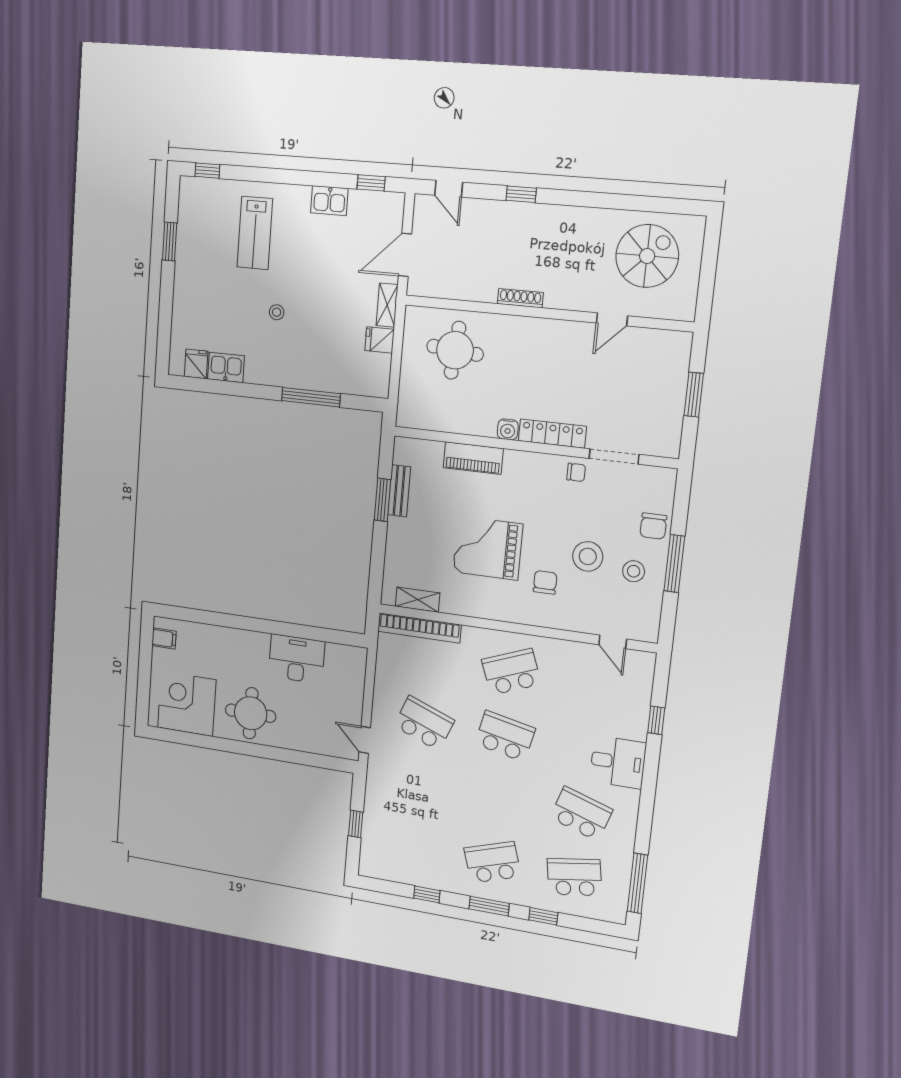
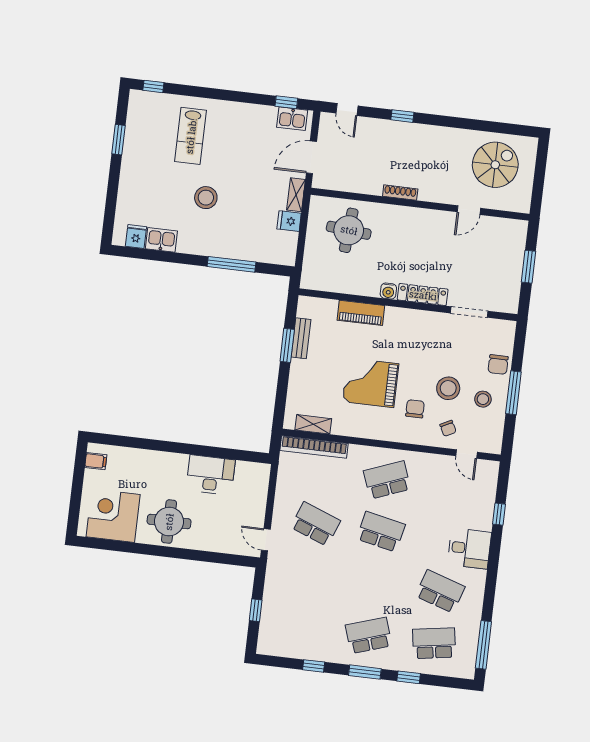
kitchen sink: (329, 201) -> (292, 119), moved
stool: (277, 312) -> (206, 198), width x1.89, depth x1.89
chair: (576, 472) -> (448, 428), moved, turned 63

